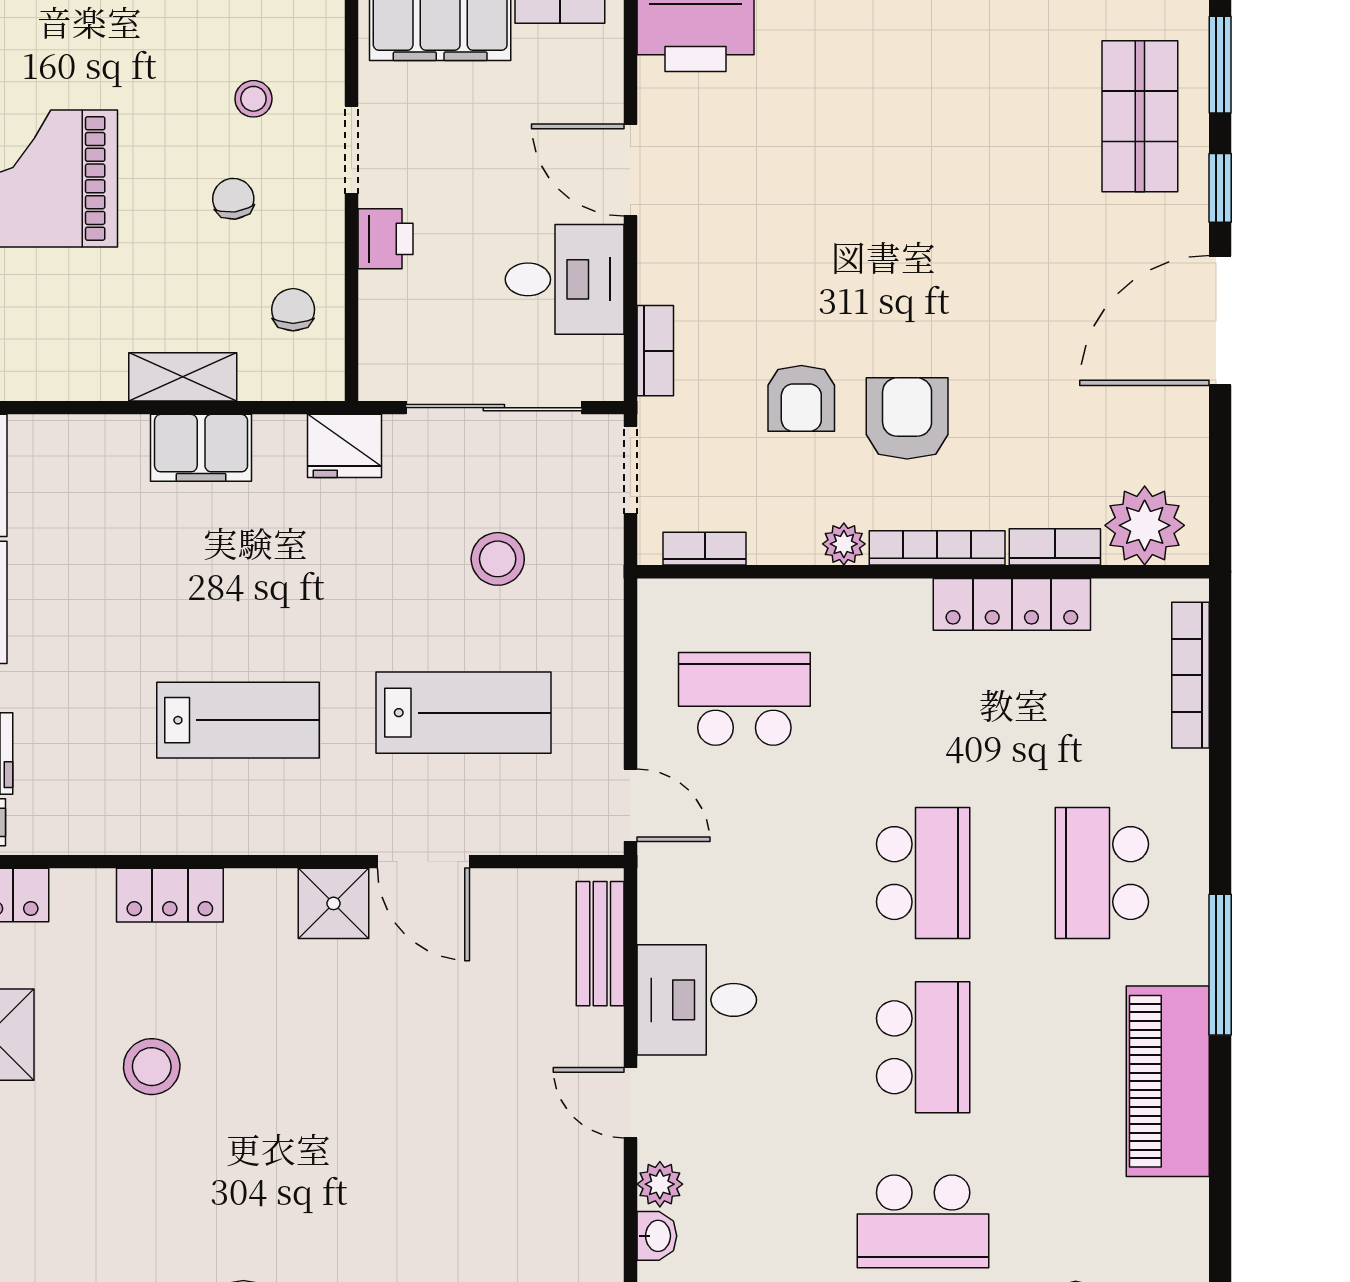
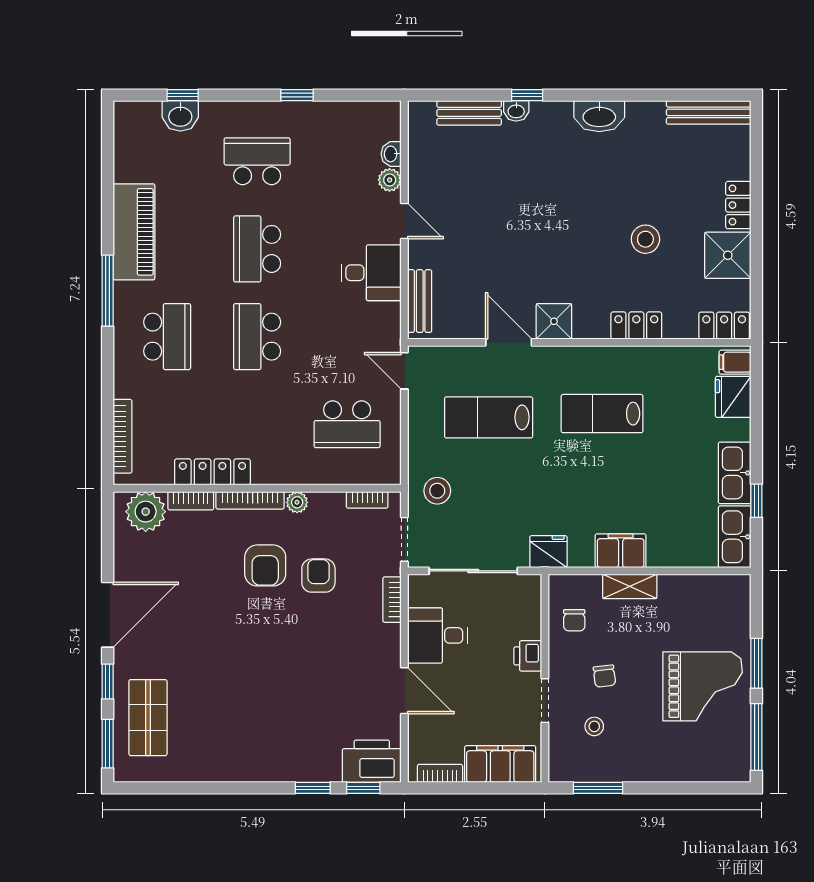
stool: (498, 559) -> (437, 491), moved

